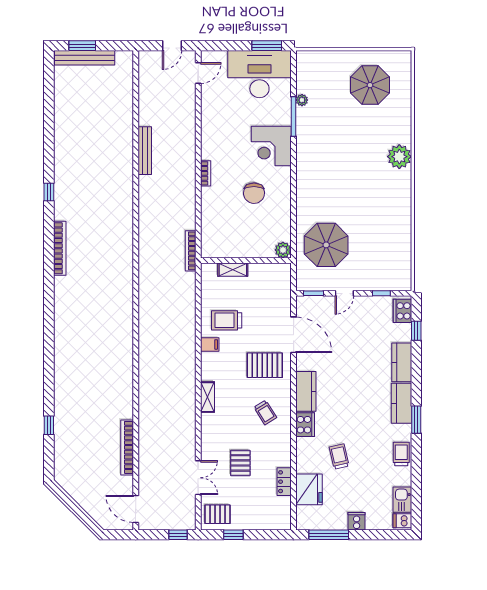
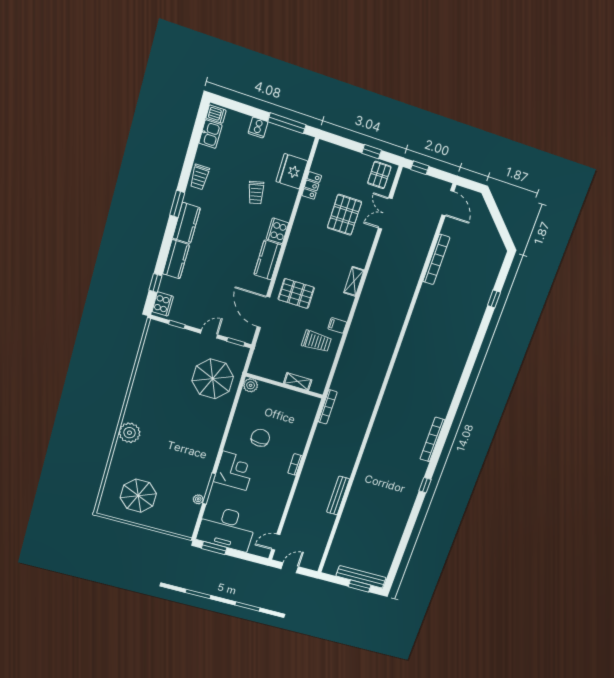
trolley: (265, 412) -> (309, 253), removed
pallet: (240, 463) -> (344, 215), width x1.50, depth x1.42
pallet: (218, 514) -> (379, 175), turned 90

